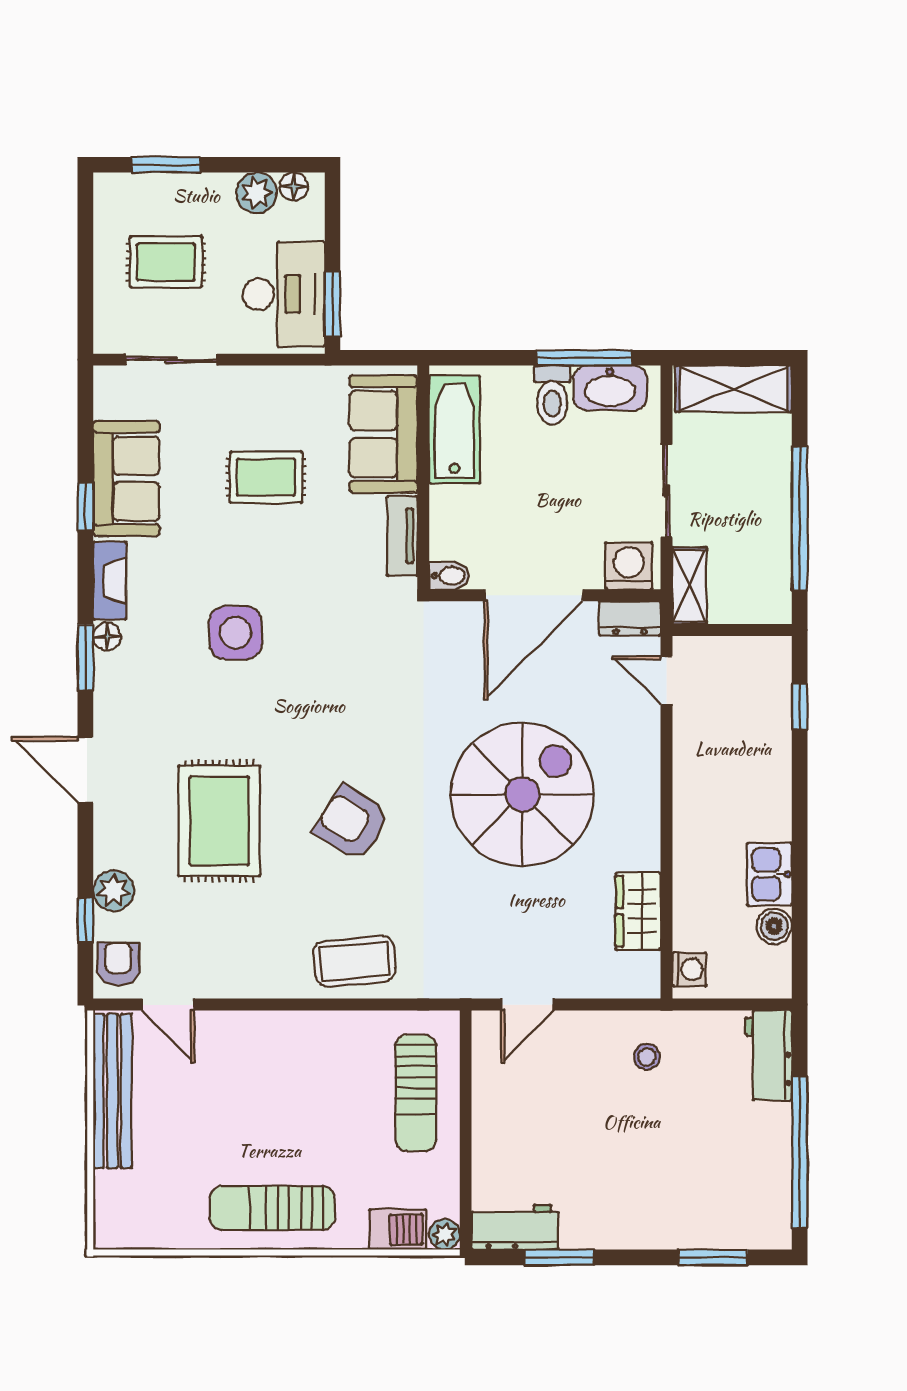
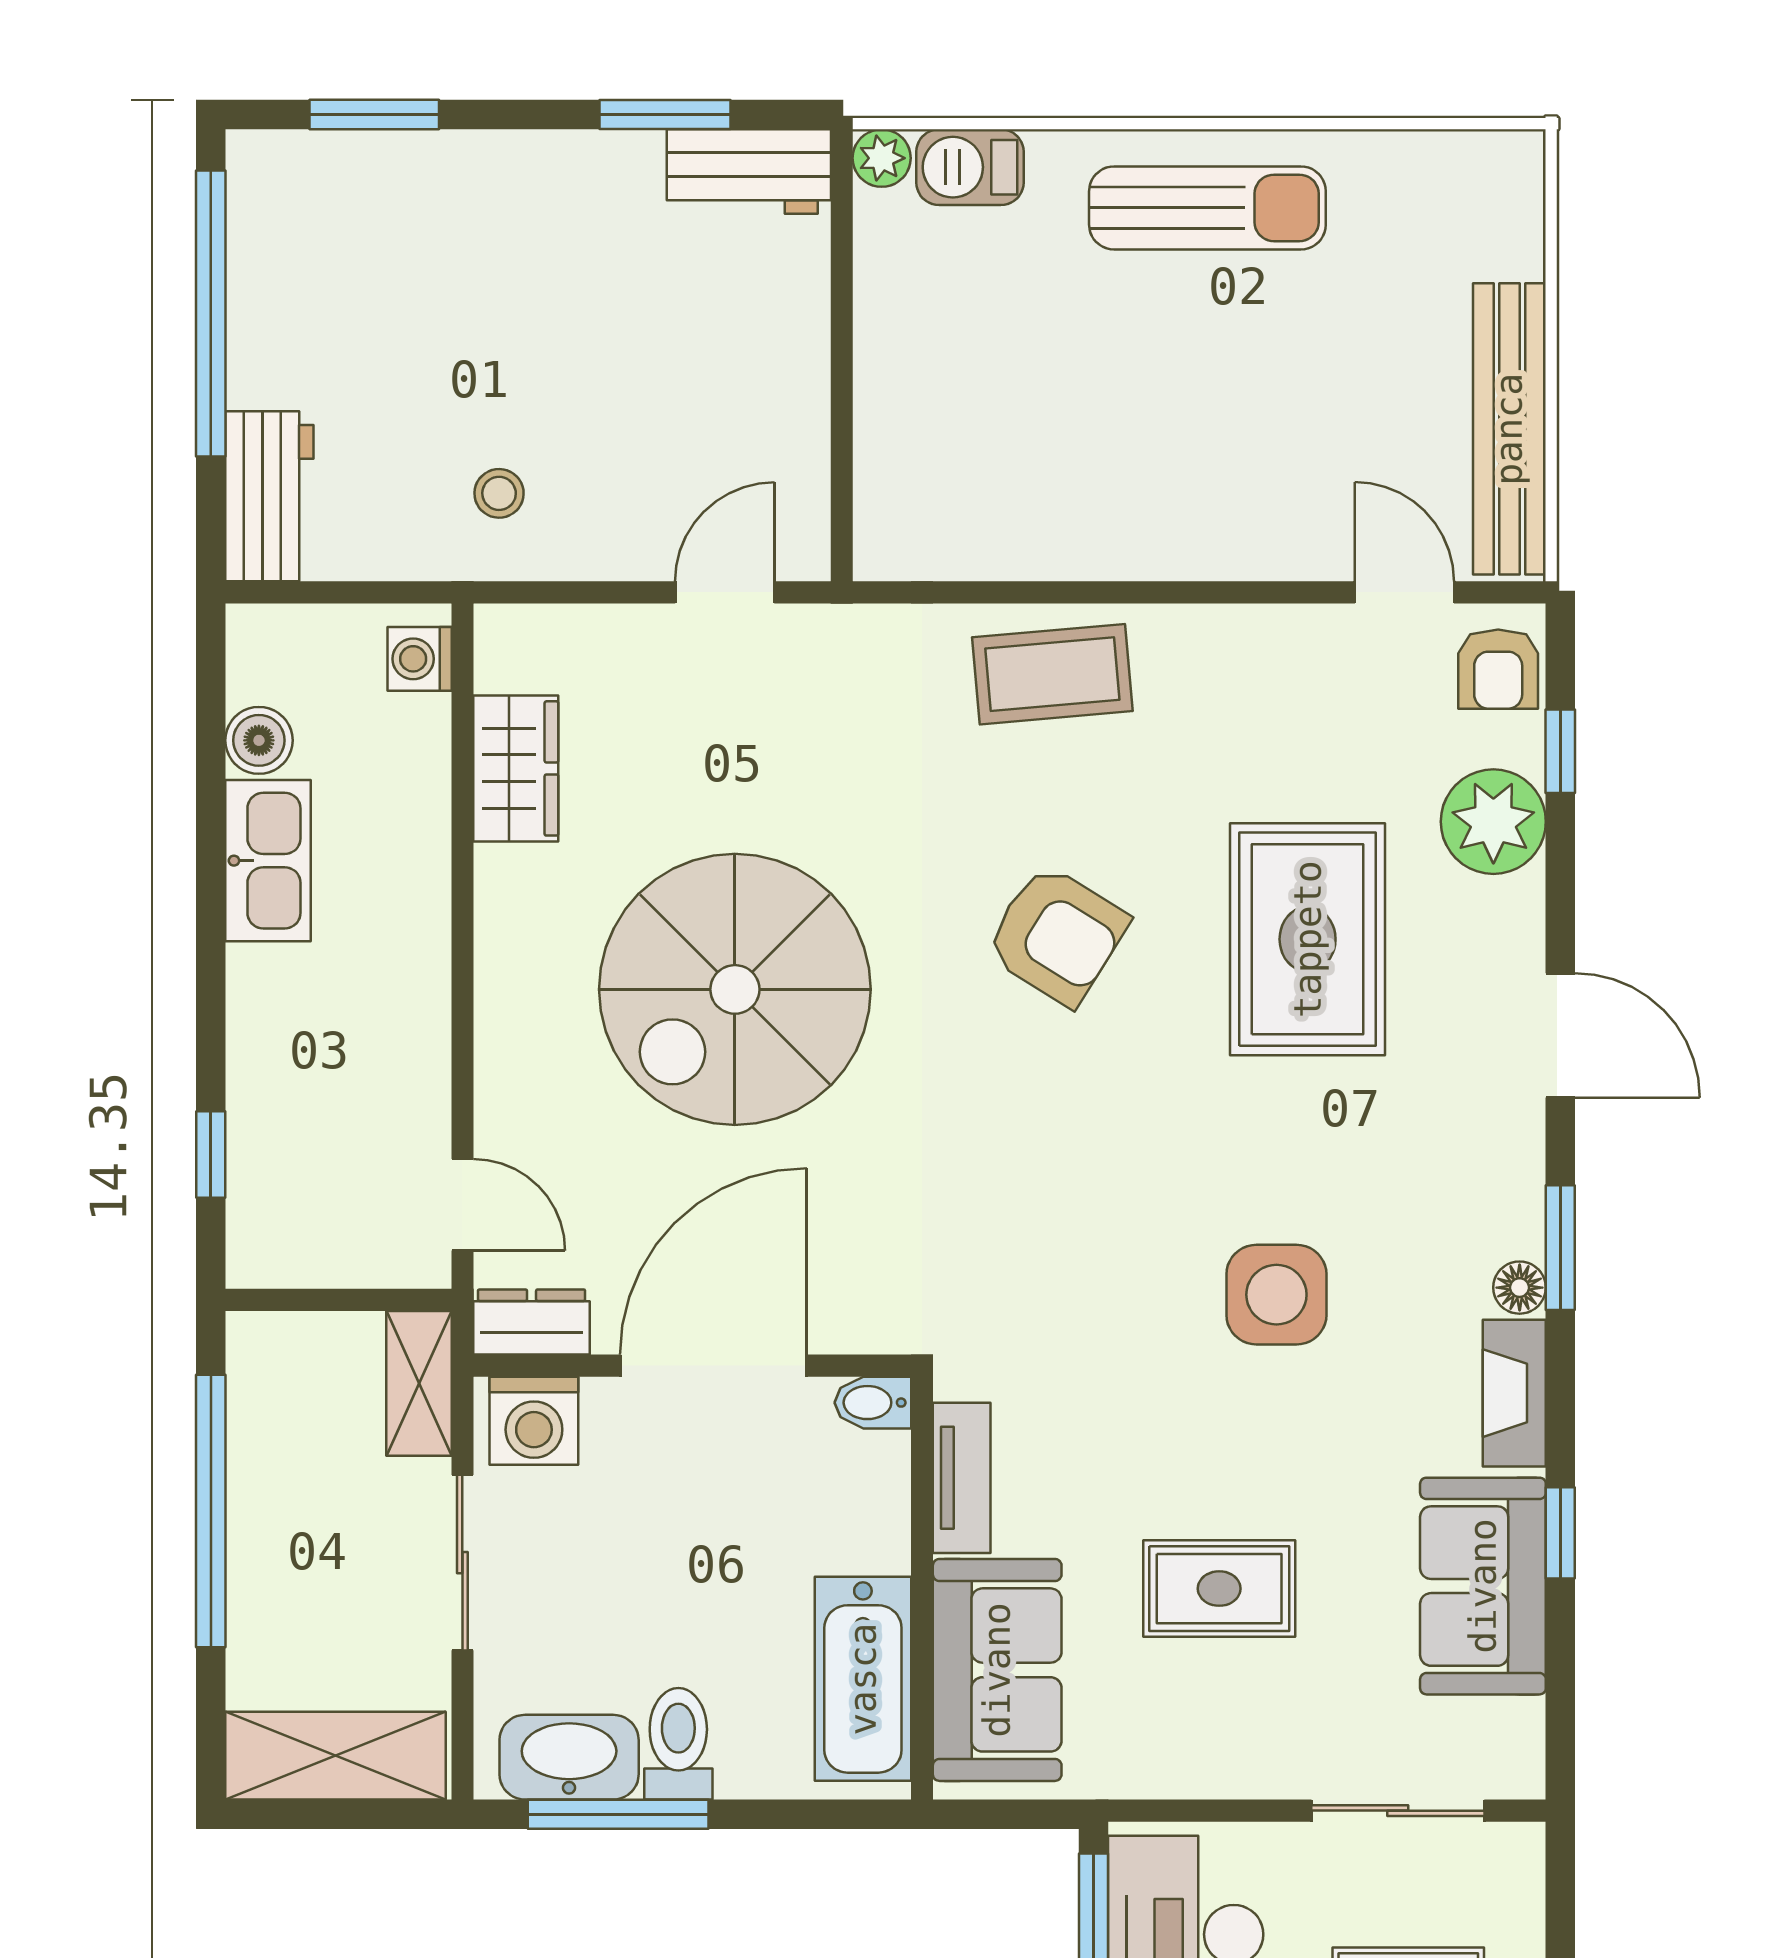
kitchen sink: (769, 874) -> (268, 861), width x1.38
plant: (113, 891) -> (1493, 822), width x1.36, depth x1.36
sun lounger: (416, 1093) -> (936, 425), removed

